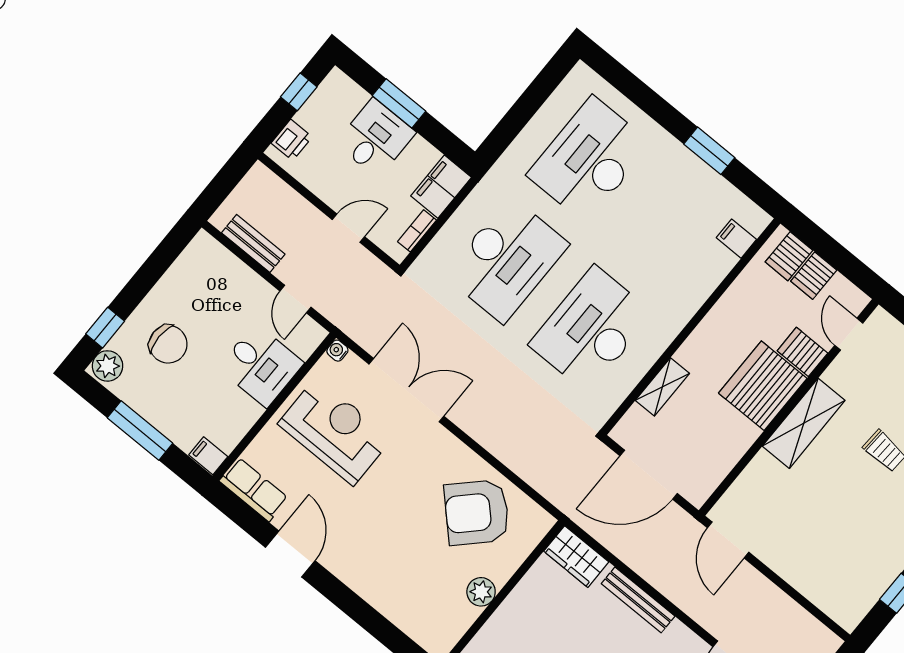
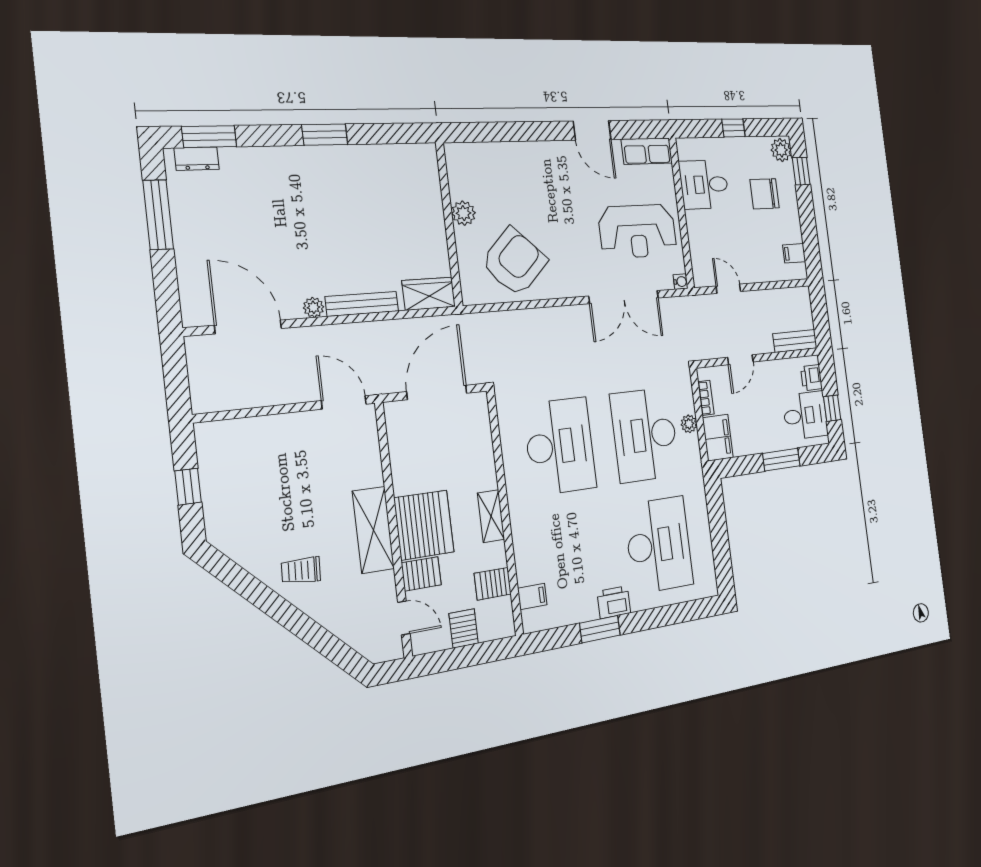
desk: (375, 138) -> (805, 415), moved, turned -90
printer: (676, 158) -> (614, 602), added
plant: (456, 226) -> (689, 424), added
bench: (253, 243) -> (795, 341), moved
server rack: (789, 256) -> (493, 584), moved, turned -90
desk: (261, 365) -> (704, 184), moved
shelving: (662, 387) -> (491, 516), moved
window: (140, 431) -> (733, 128), width x0.46
filing cabinet: (208, 456) -> (794, 253), moved, turned 180
plant: (678, 633) -> (313, 307), added

